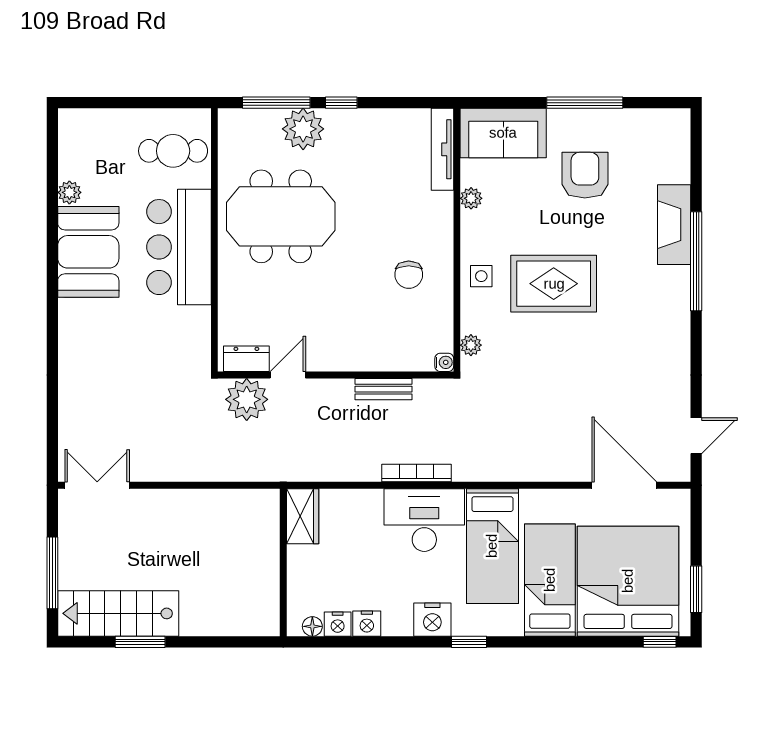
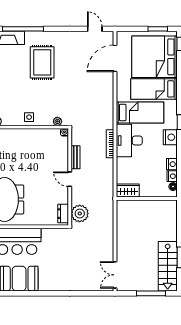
chair: (409, 275) -> (28, 147), removed
rug: (554, 284) -> (42, 62), moved
door: (288, 375) -> (70, 179), moved

